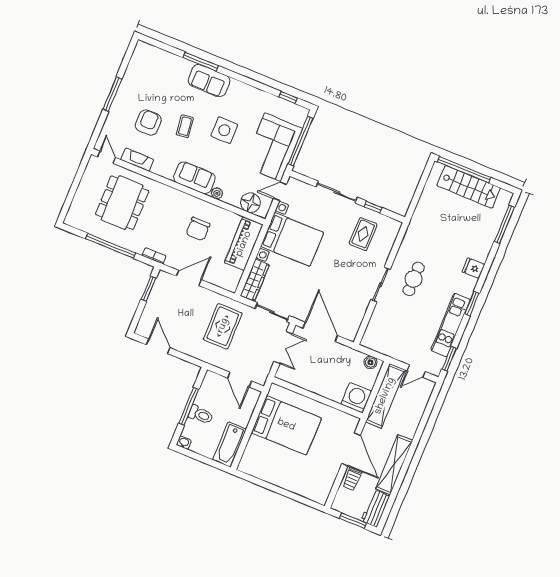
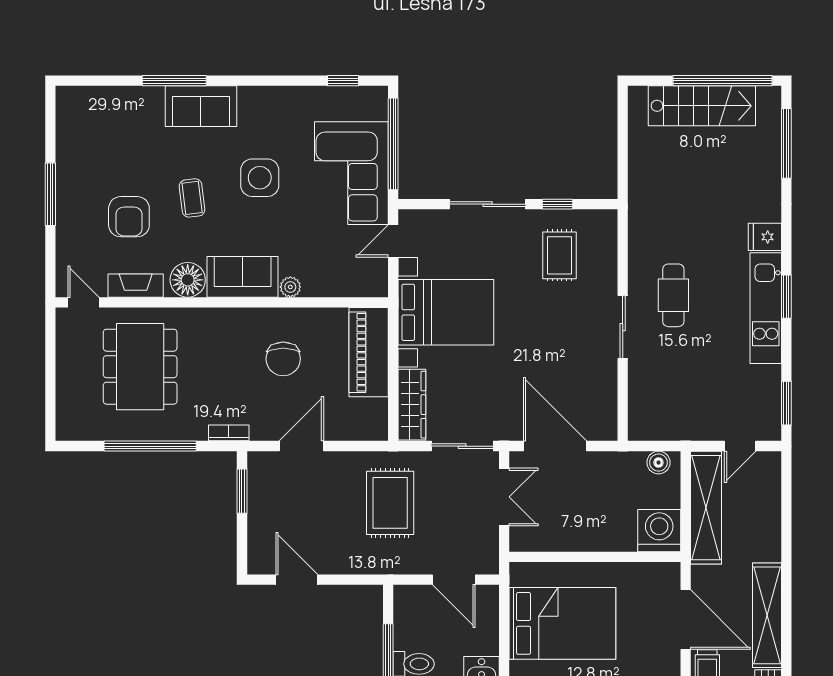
armchair: (148, 123) -> (129, 217), turned 180
window: (464, 170) -> (723, 81), moved
floor lamp: (250, 203) -> (188, 280), moved
kitchen unit: (451, 325) -> (766, 308), moved

